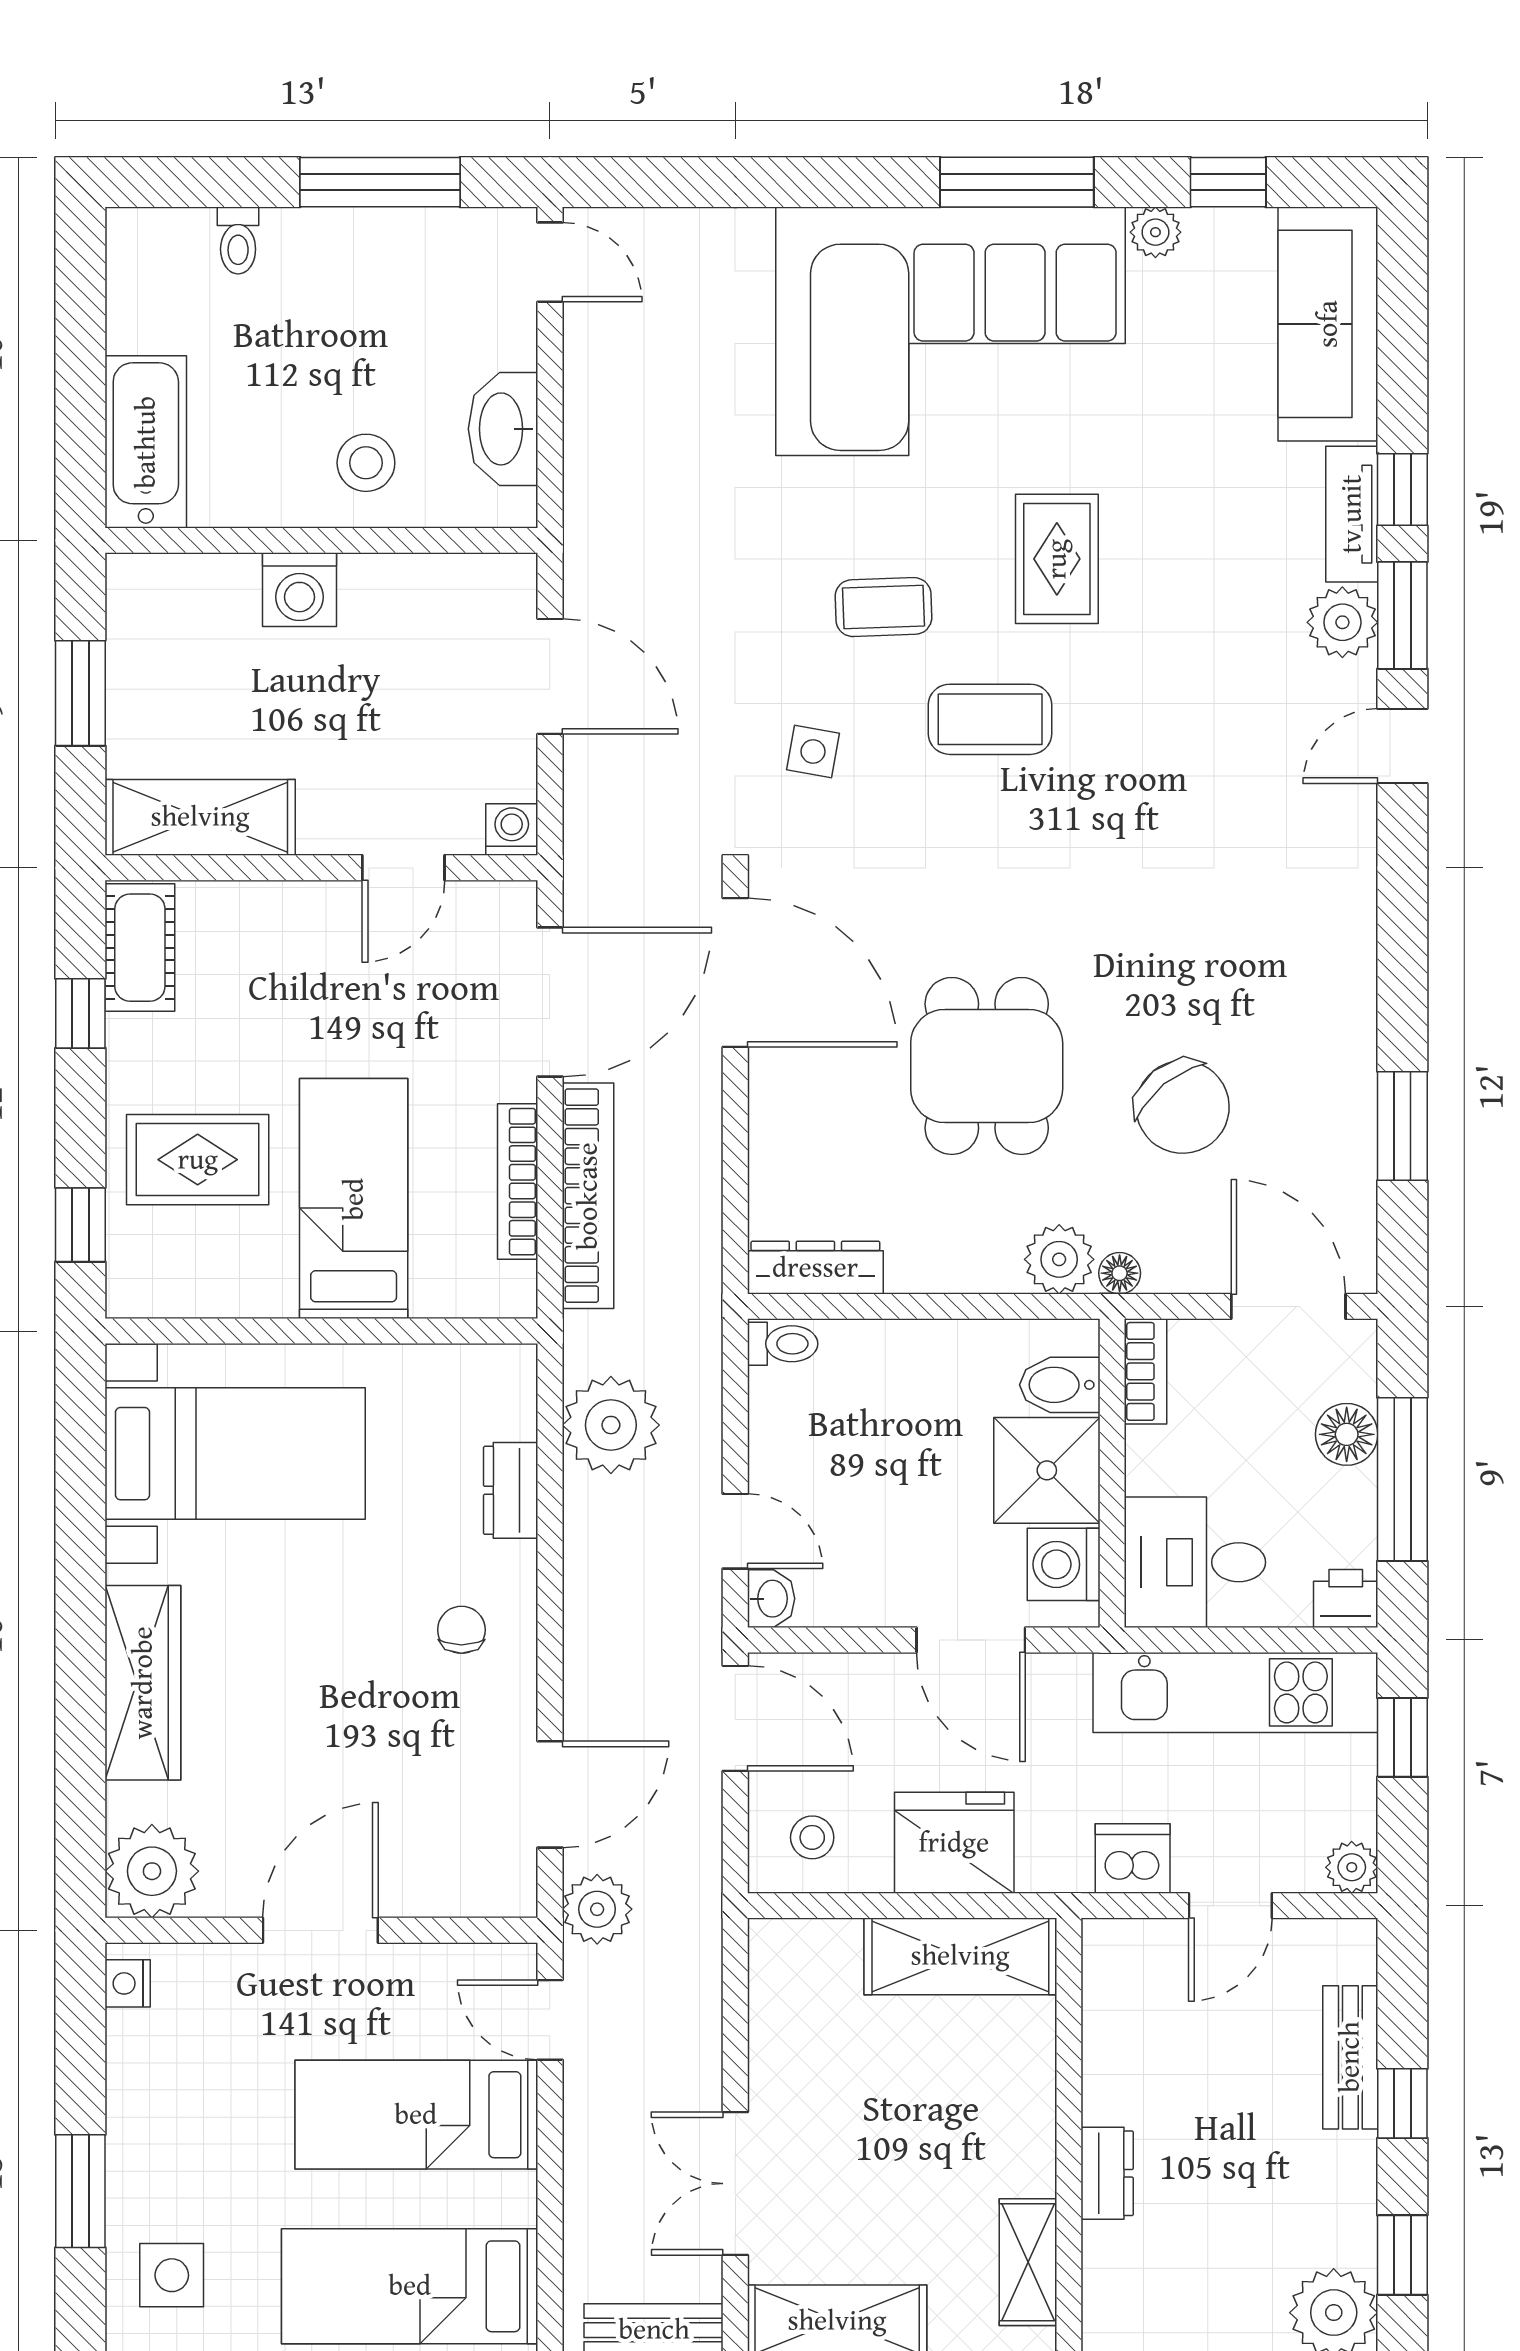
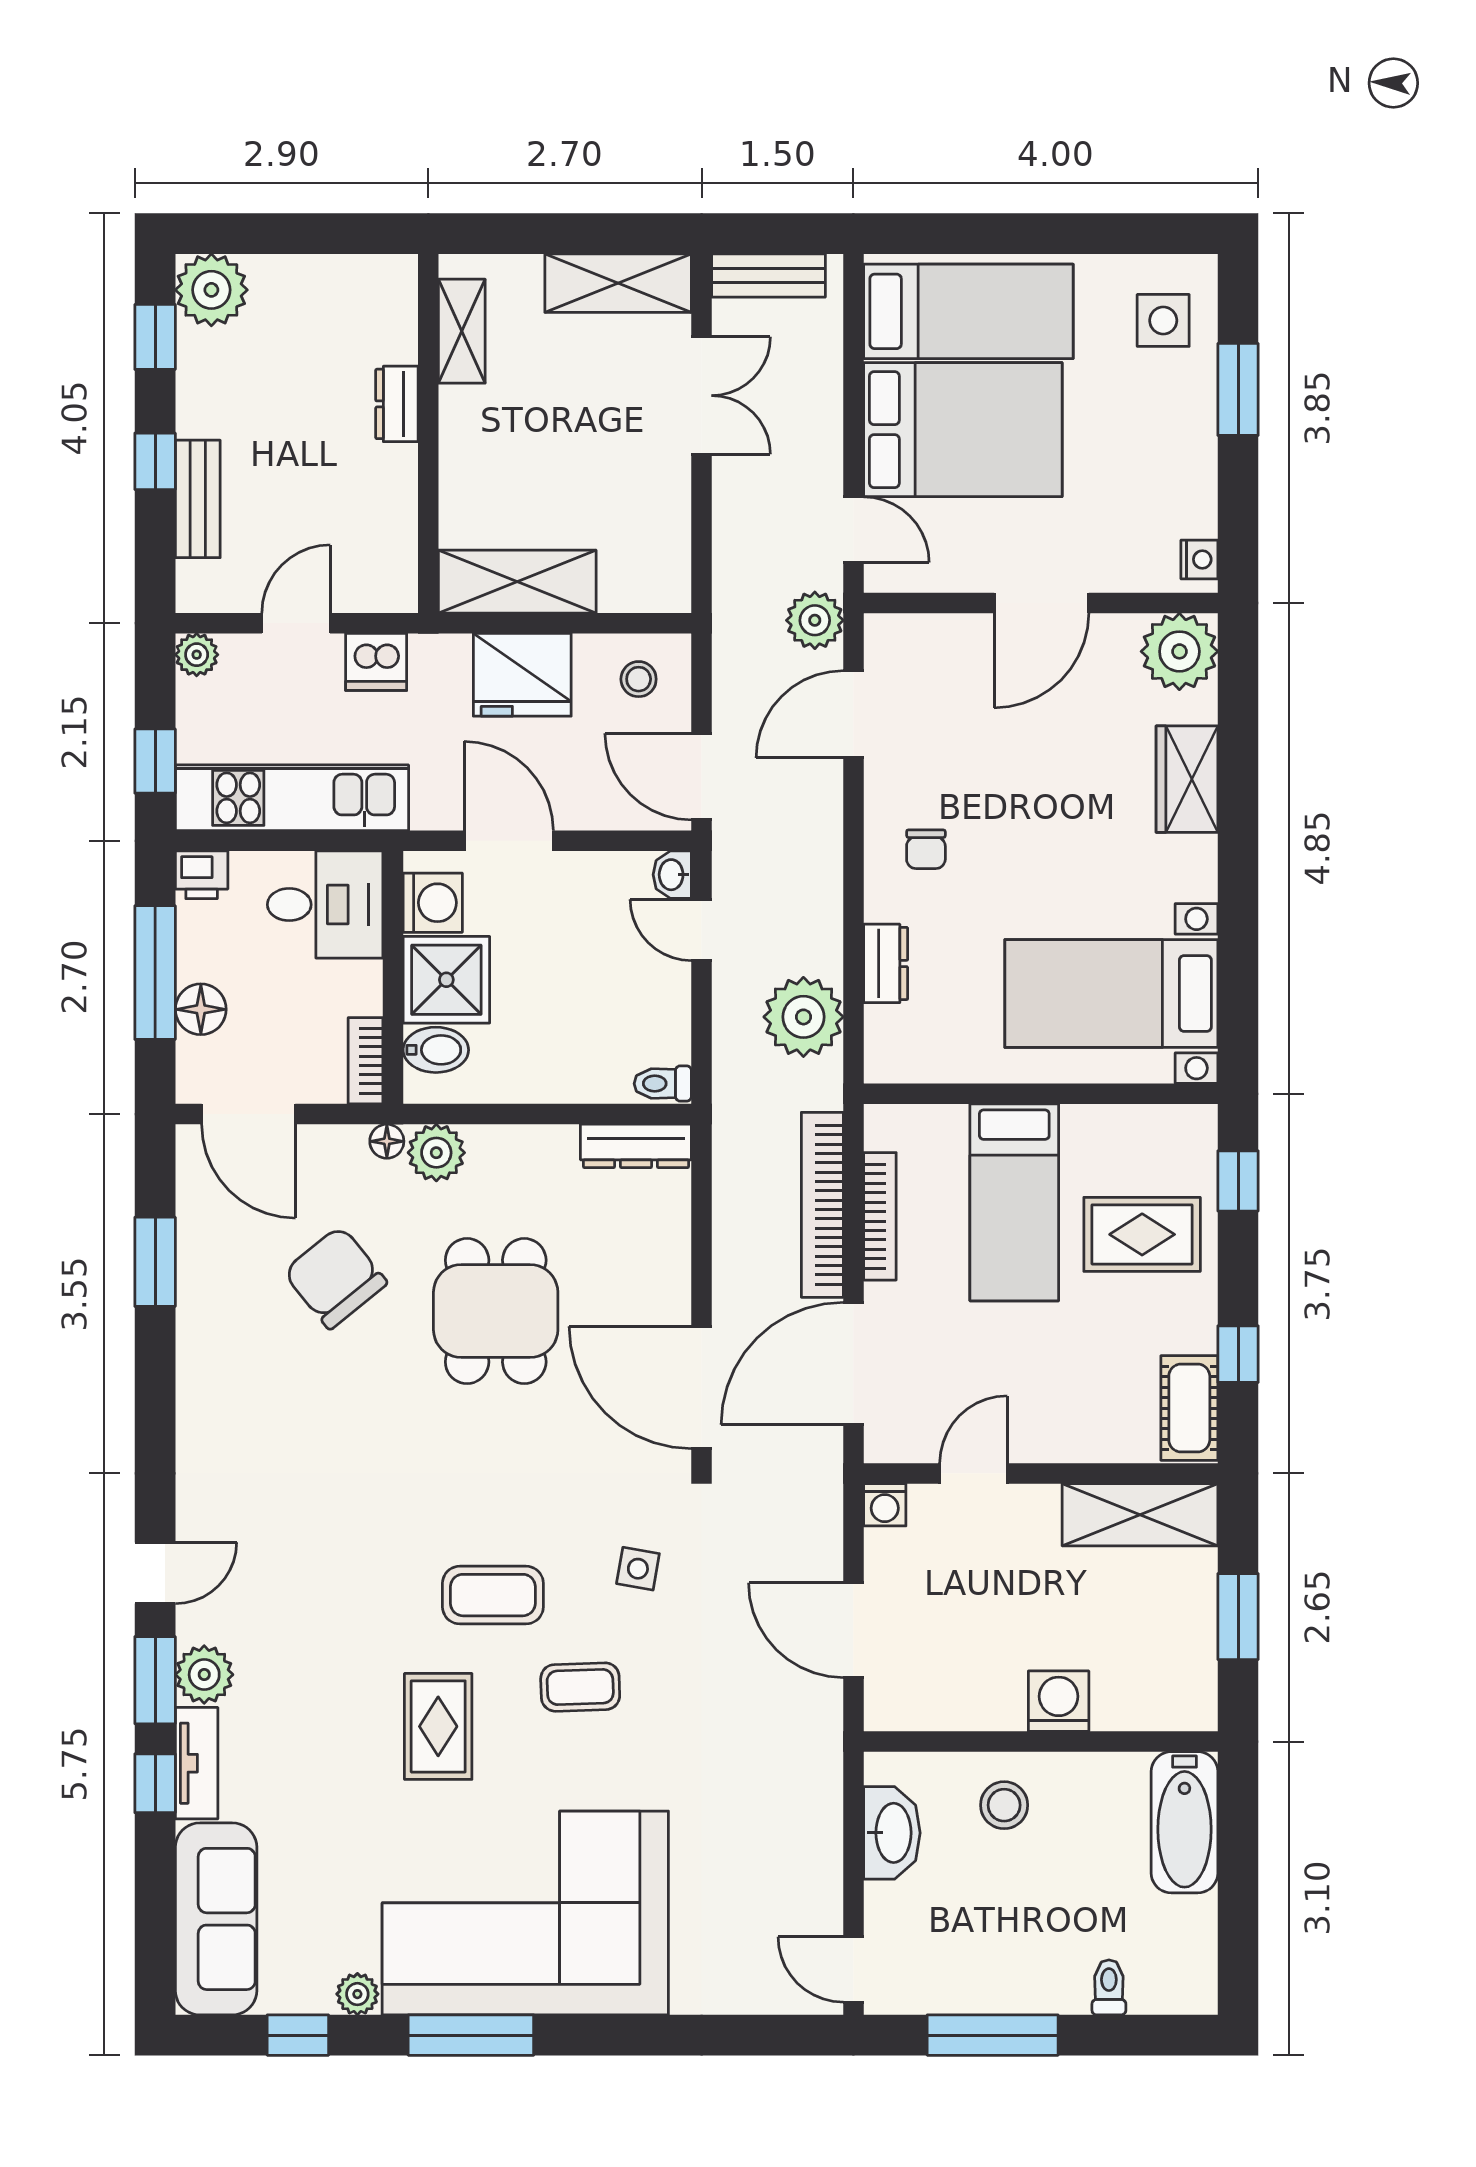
wardrobe: (143, 1683) -> (1187, 779), width x0.67
bed: (416, 2115) -> (963, 430), width x1.50

